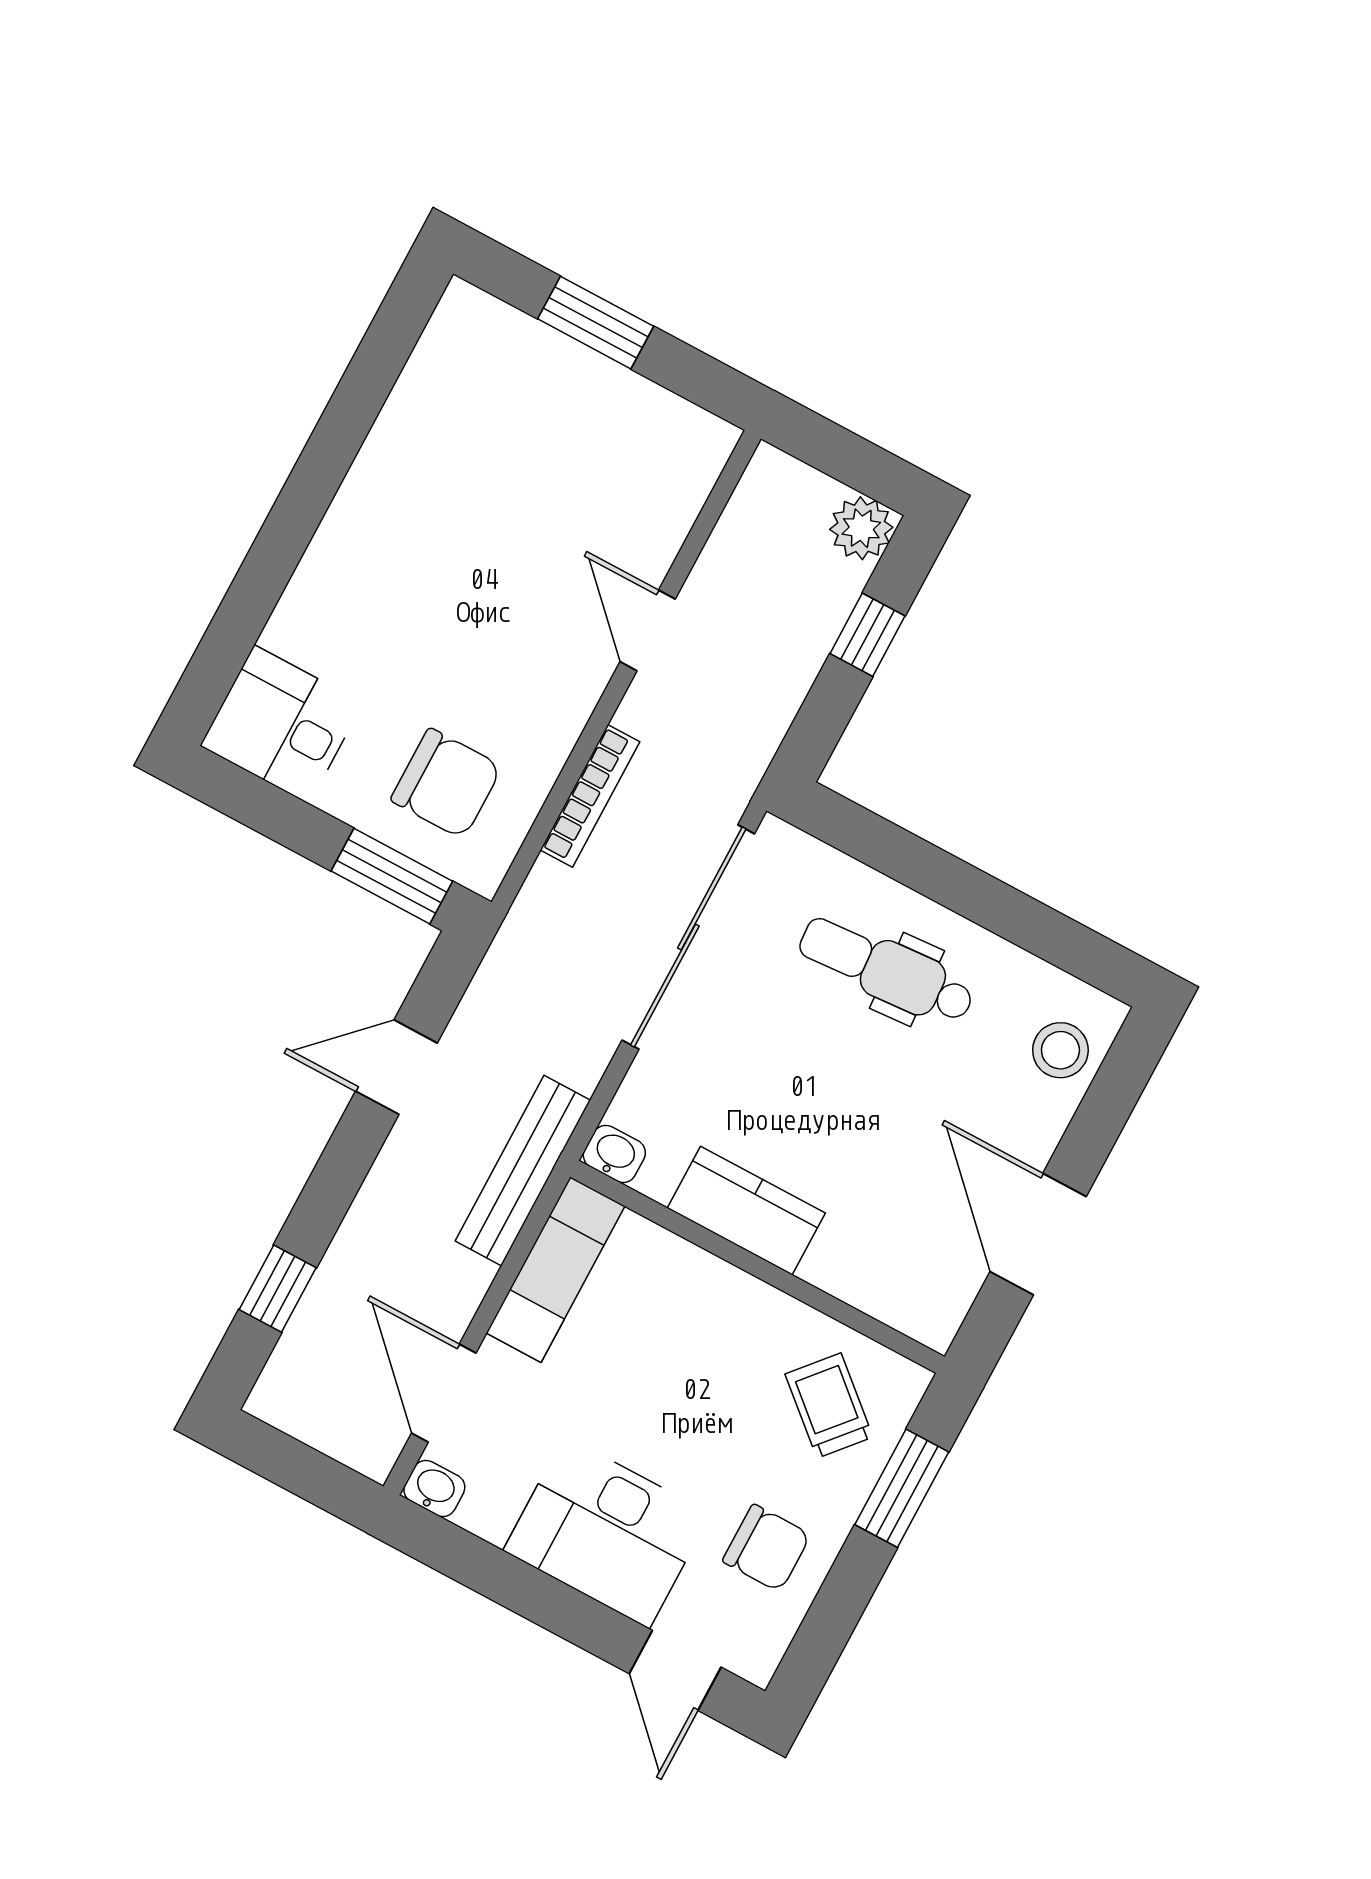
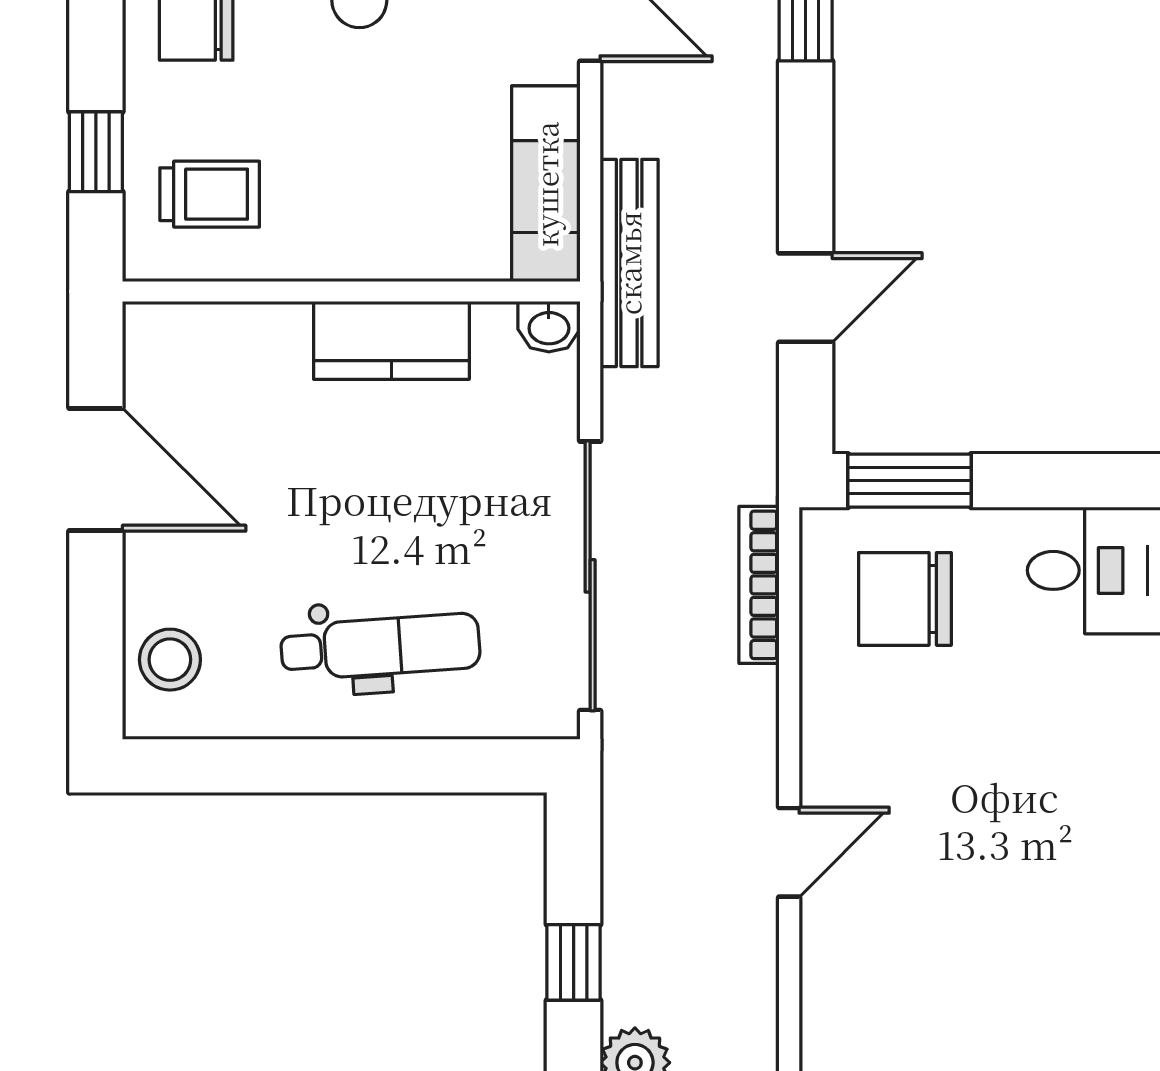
door: (648, 630) -> (789, 852), hinge flipped
bookcase: (590, 796) -> (759, 585), moved
trolley: (829, 1406) -> (210, 194), turned -41
window: (902, 1488) -> (96, 152), width x0.67

